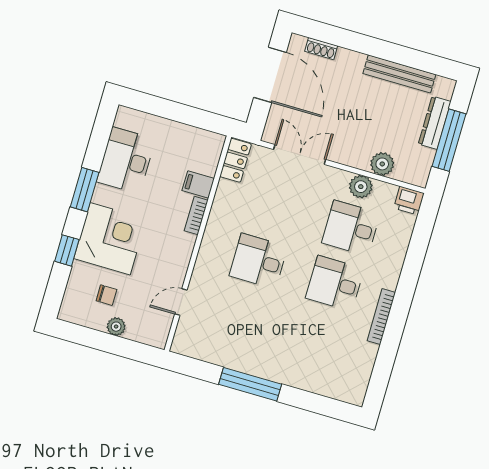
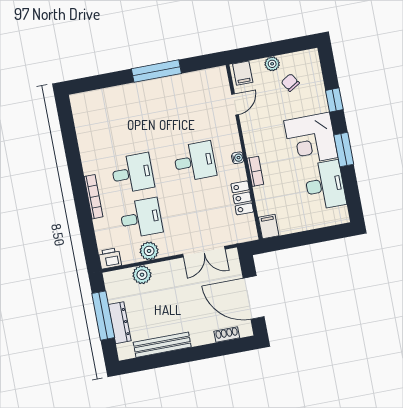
locker: (236, 160) -> (242, 198), moved
filing cabinet: (198, 184) -> (269, 226), moved, turned -90
corner desk: (110, 239) -> (311, 139), moved
water cooler: (208, 241) -> (238, 158), added
chair: (106, 295) -> (290, 83), turned 58
bookcase: (381, 317) -> (94, 197), moved
filing cabinet: (154, 333) -> (243, 73), added

